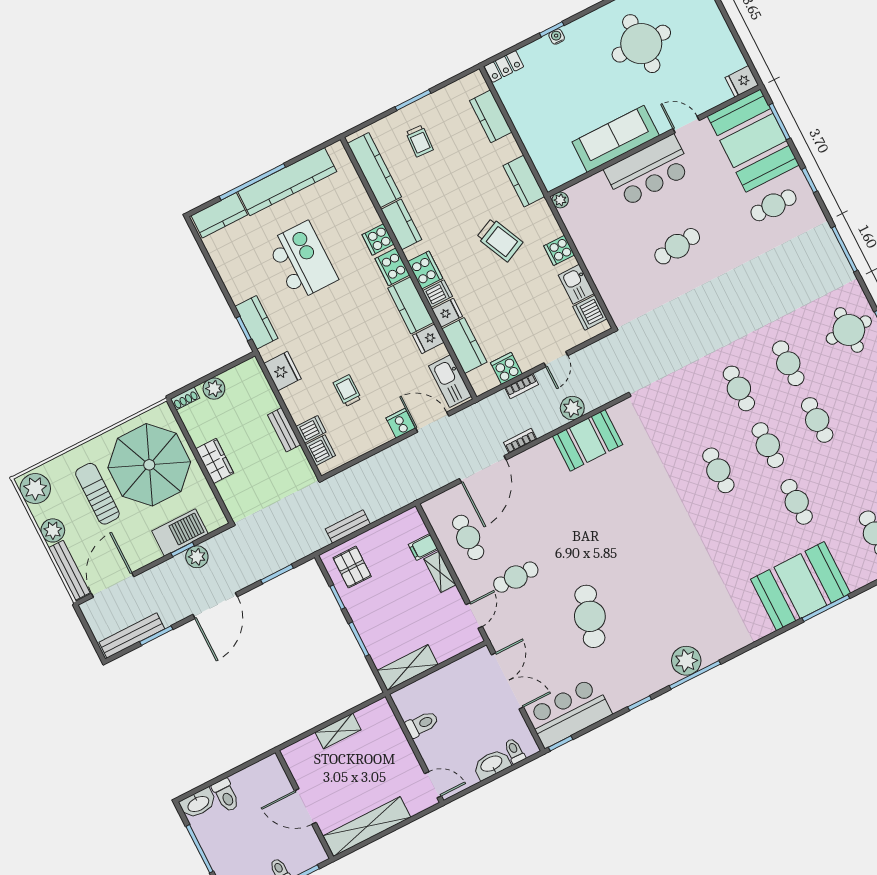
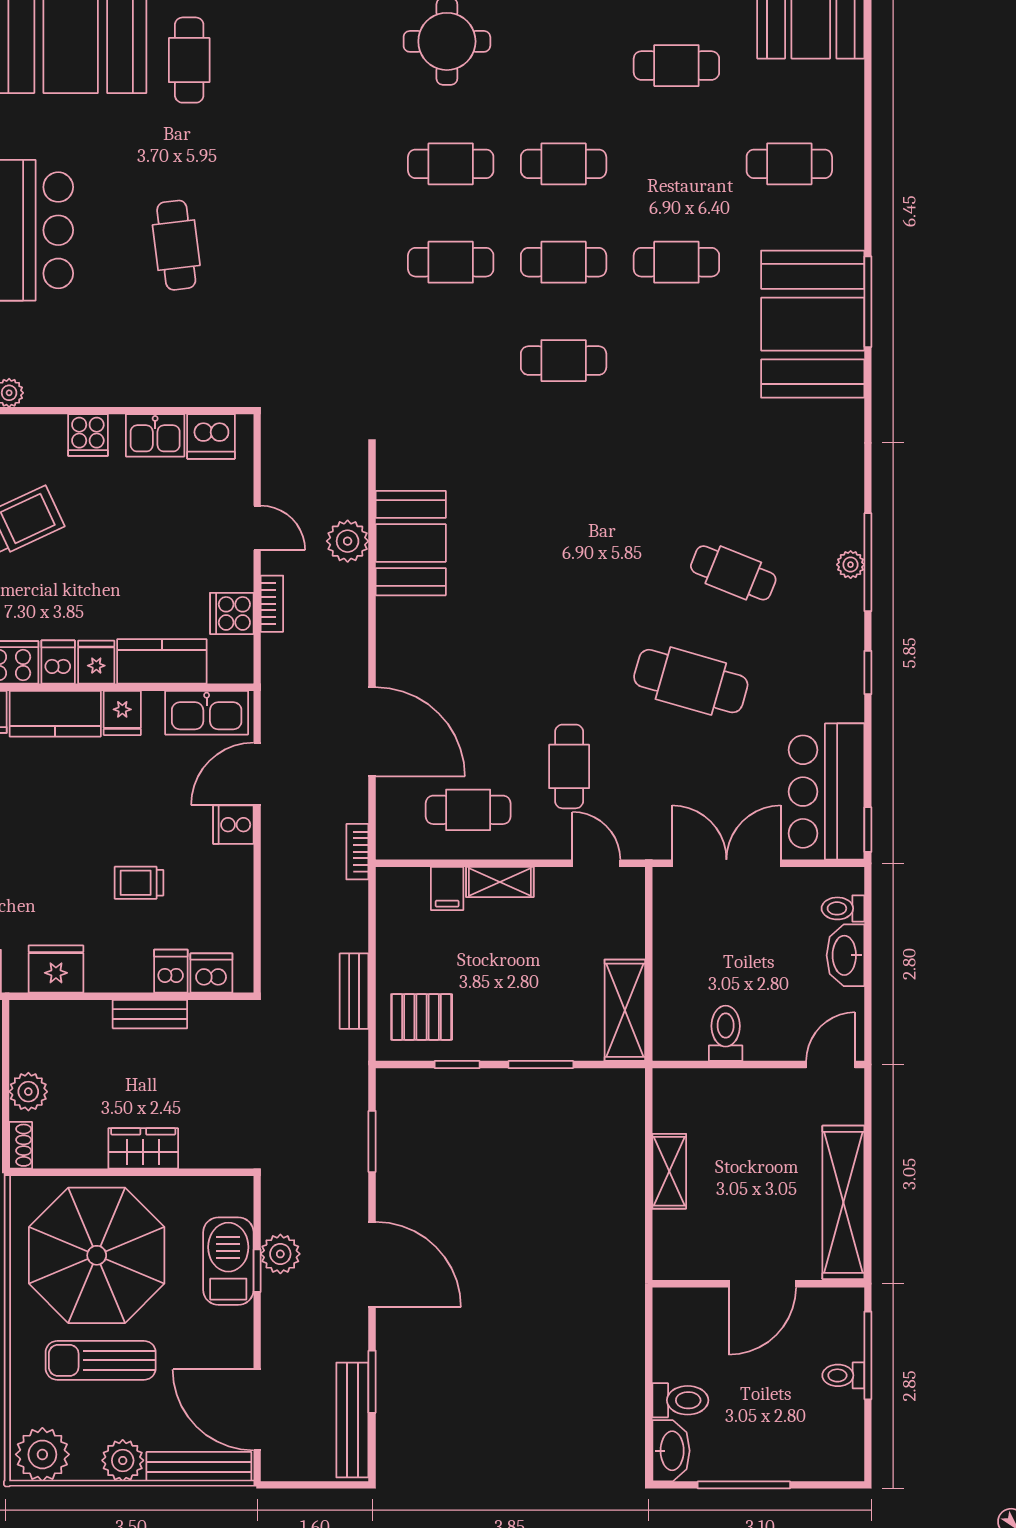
bookcase: (520, 441) -> (357, 852), moved
cafe table: (655, 610) -> (733, 573), added
plant: (686, 661) -> (851, 565), width x0.53, depth x0.53

